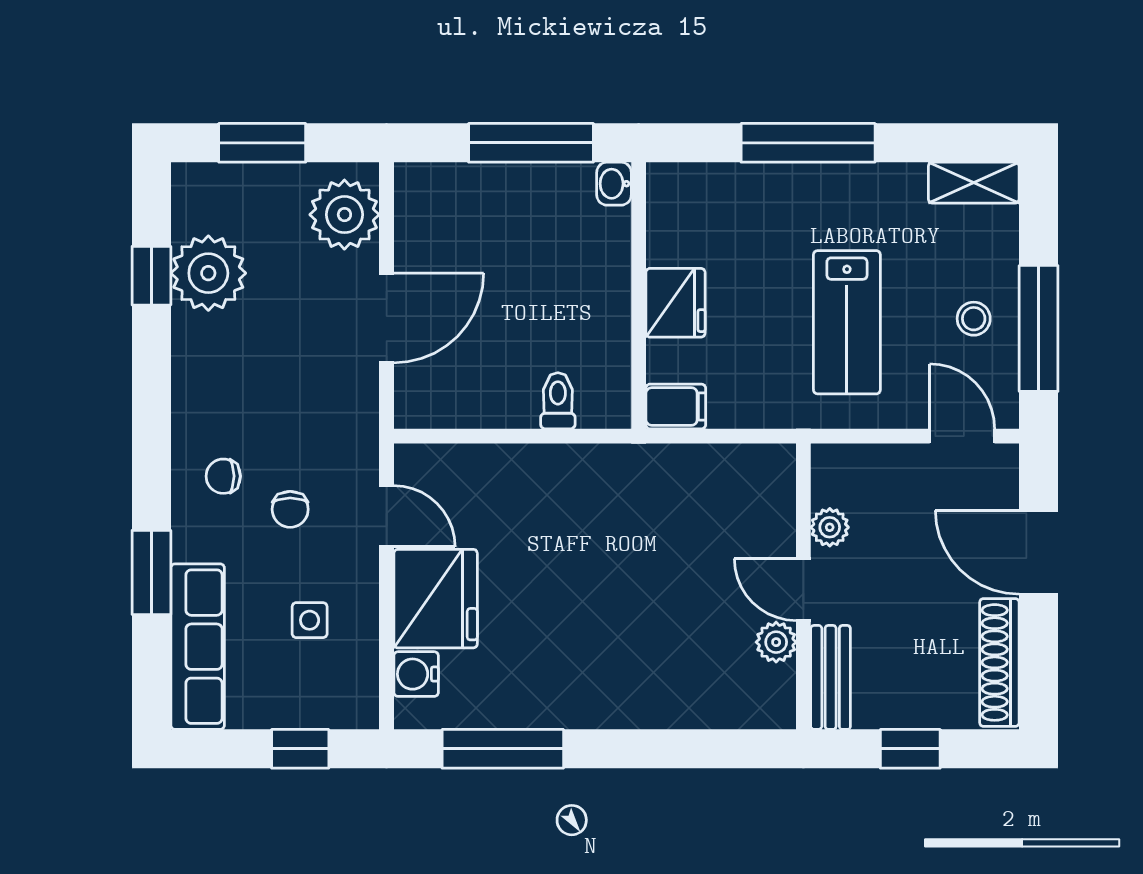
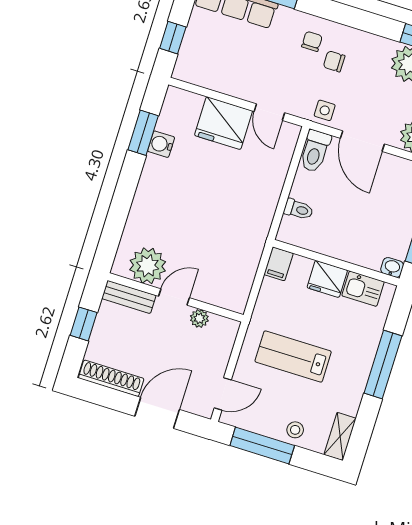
kitchen sink: (673, 227) -> (363, 289), added
stool: (974, 319) -> (295, 430), moved
toilet: (435, 404) -> (315, 151), added
chair: (290, 509) -> (334, 61), moved
door: (387, 516) -> (269, 112), hinge flipped
side table: (310, 620) -> (325, 110), moved
plant: (776, 642) -> (148, 266), width x1.88, depth x1.88
water cooler: (416, 674) -> (161, 144), moved, turned -90
window: (503, 749) -> (143, 133), width x0.69

